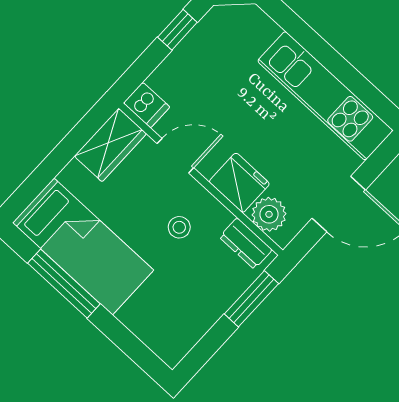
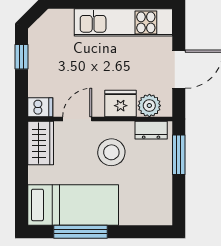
stool: (179, 227) -> (111, 152), width x1.89, depth x1.89

